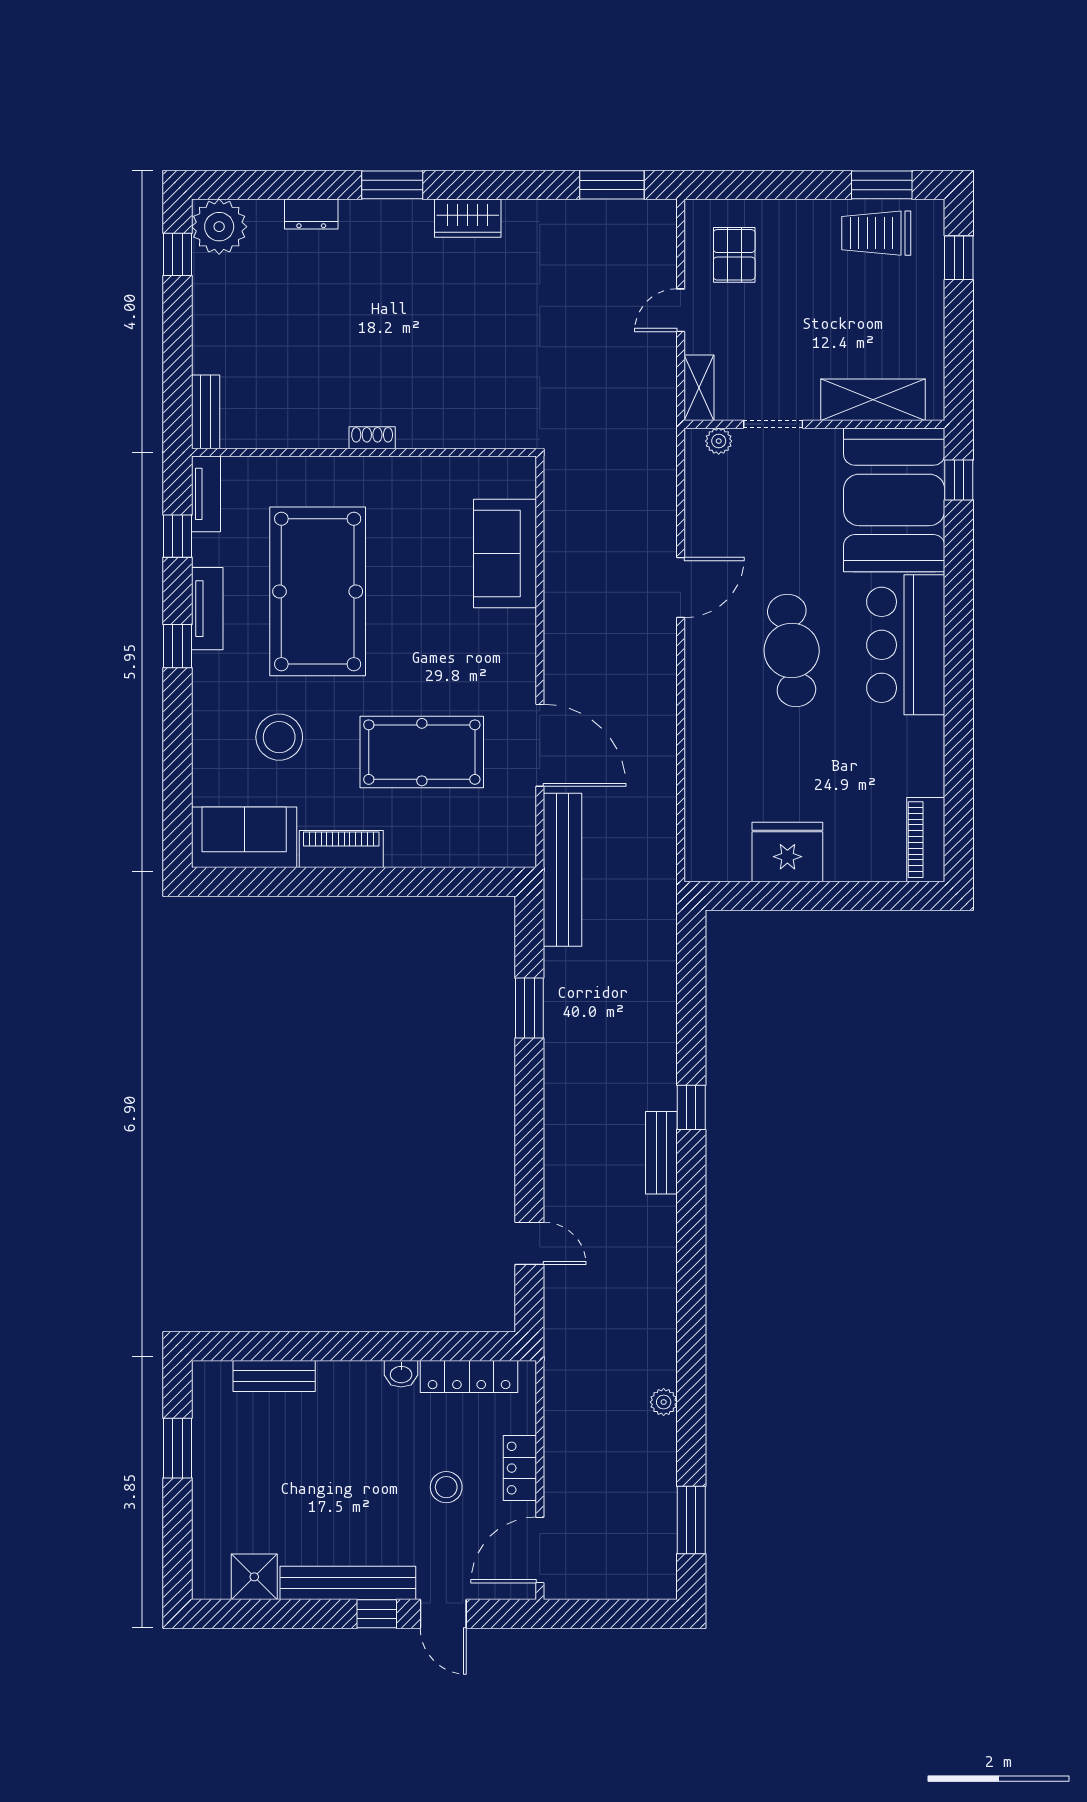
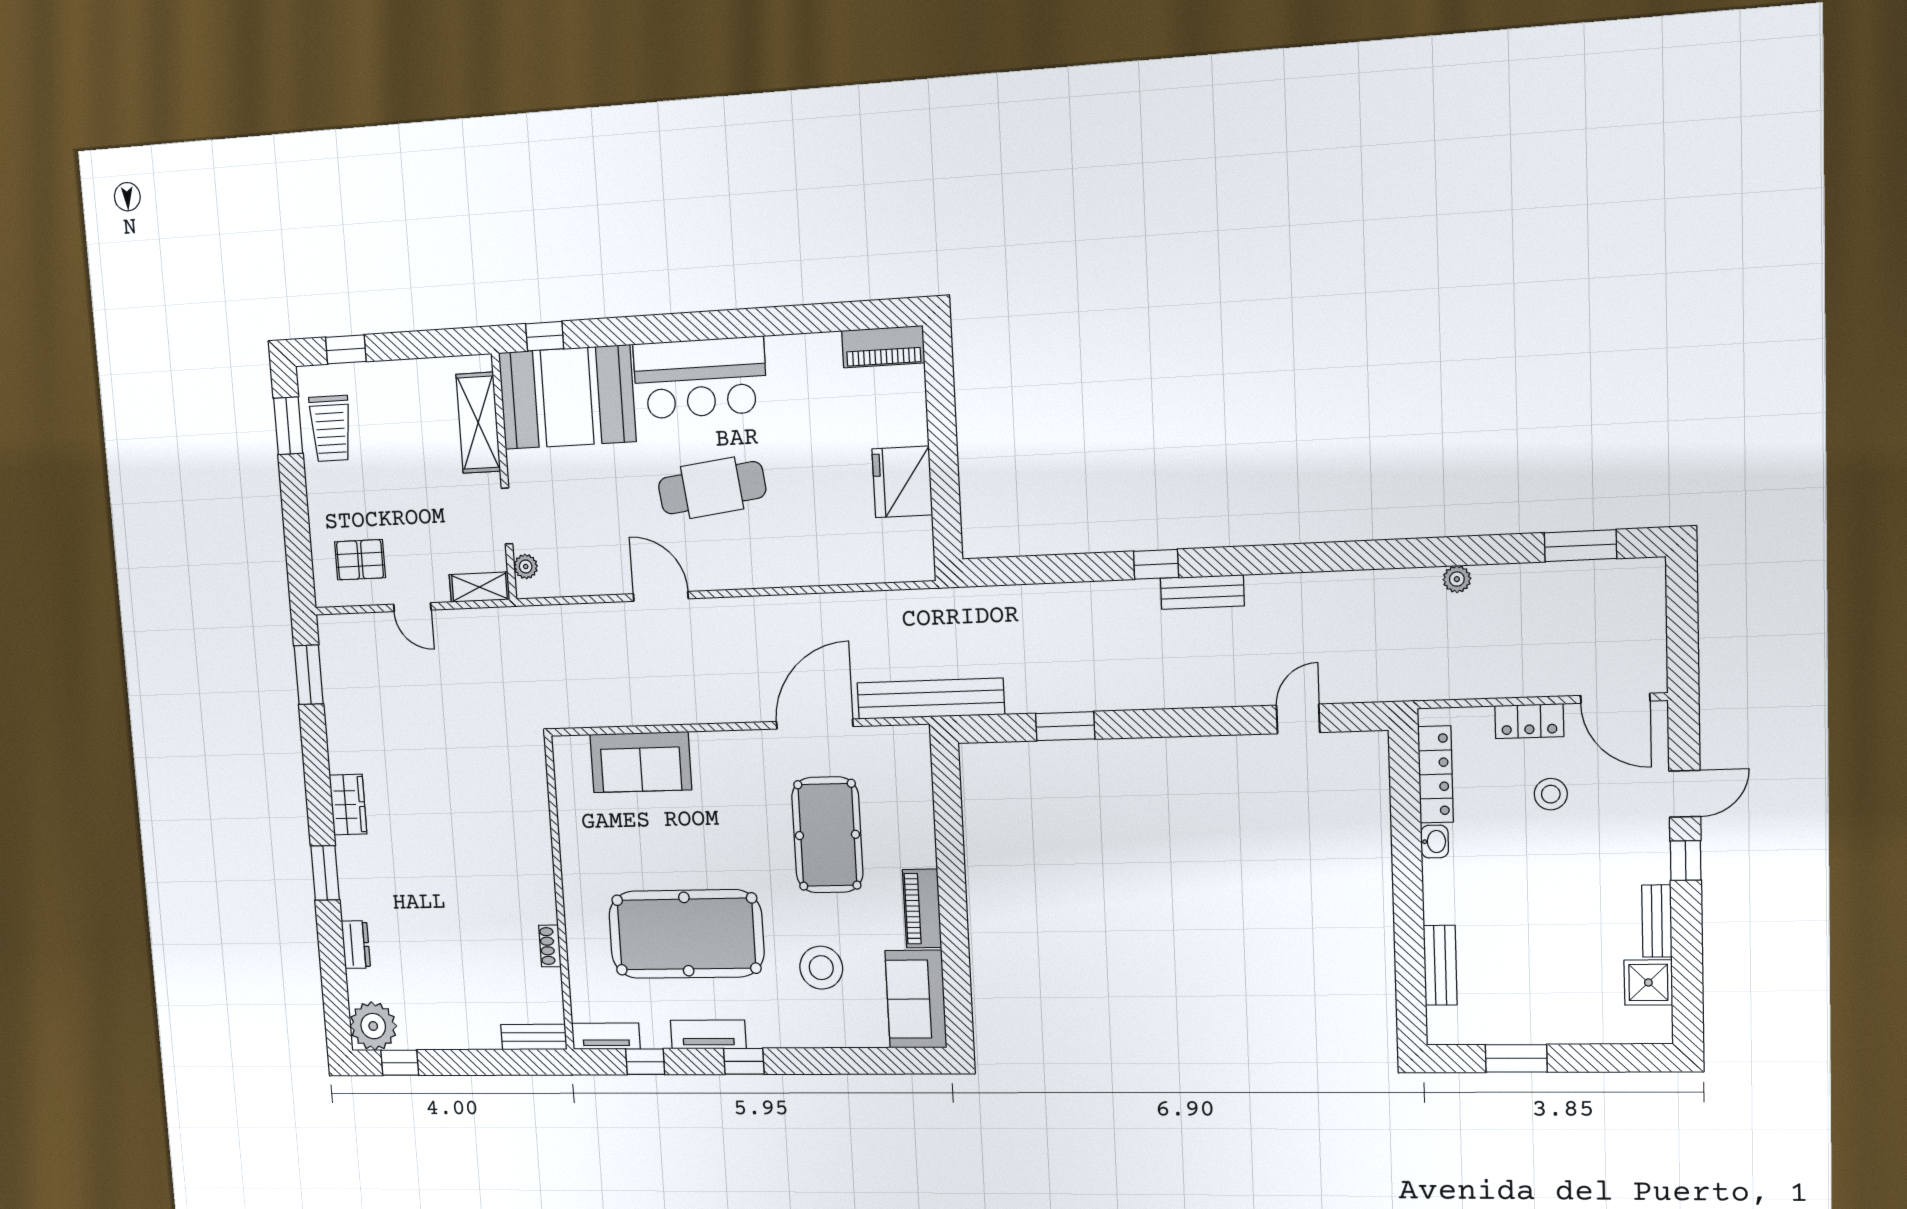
shoe rack: (372, 438) -> (550, 946), moved
bench: (348, 1583) -> (1657, 921), width x0.54, depth x0.82

